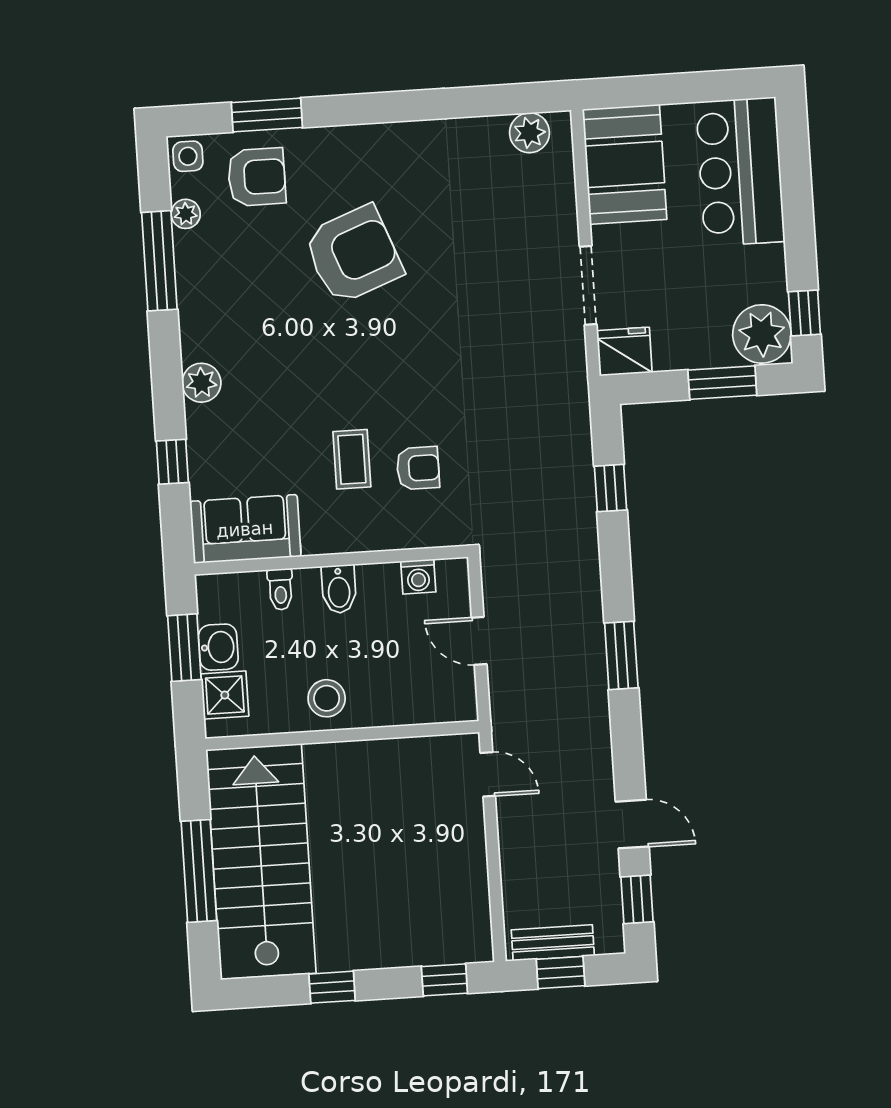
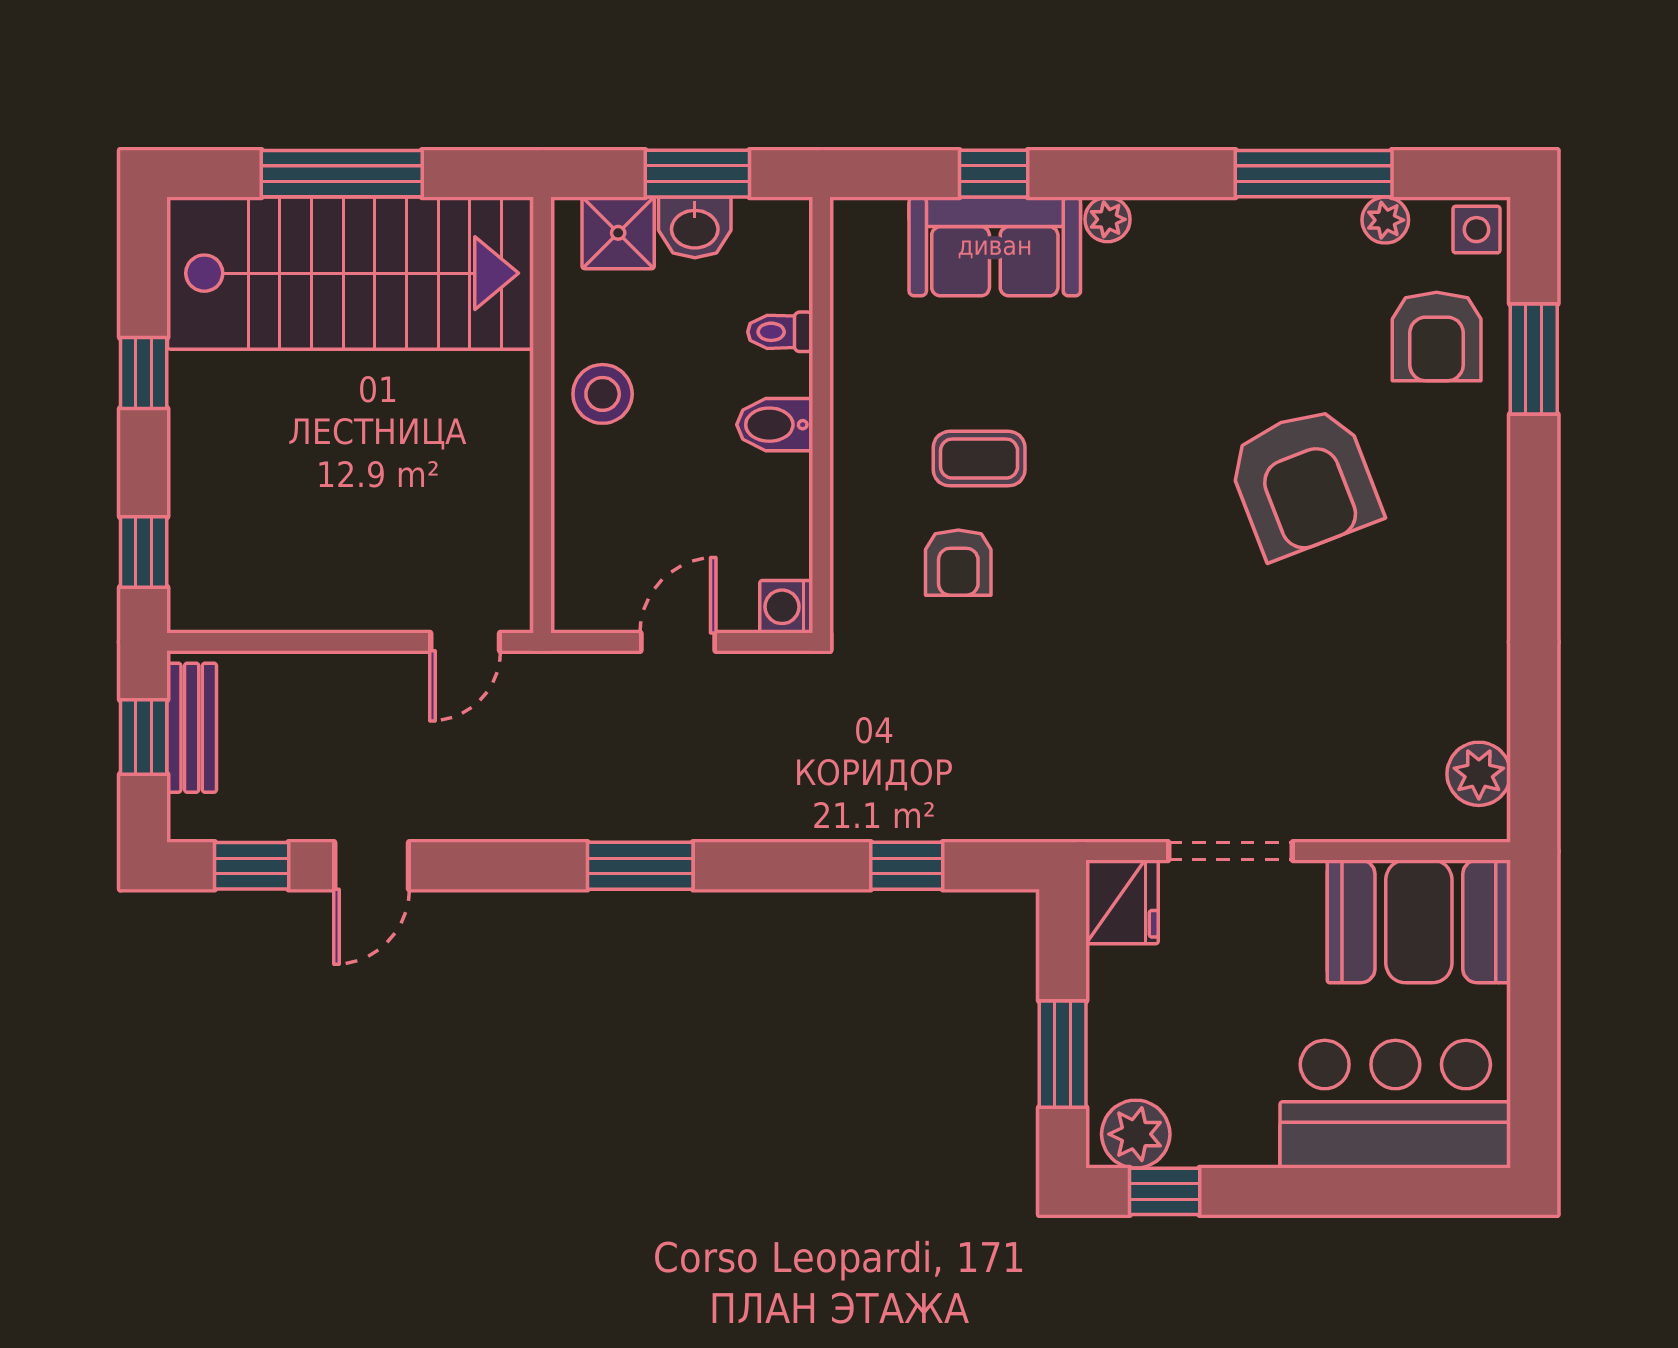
plant: (762, 334) -> (1136, 1134), width x0.73, depth x0.73
plant: (201, 383) -> (1108, 219), width x0.73, depth x0.73
sofa: (245, 529) -> (995, 246), moved, turned 90
washing machine: (418, 577) -> (786, 607), moved

